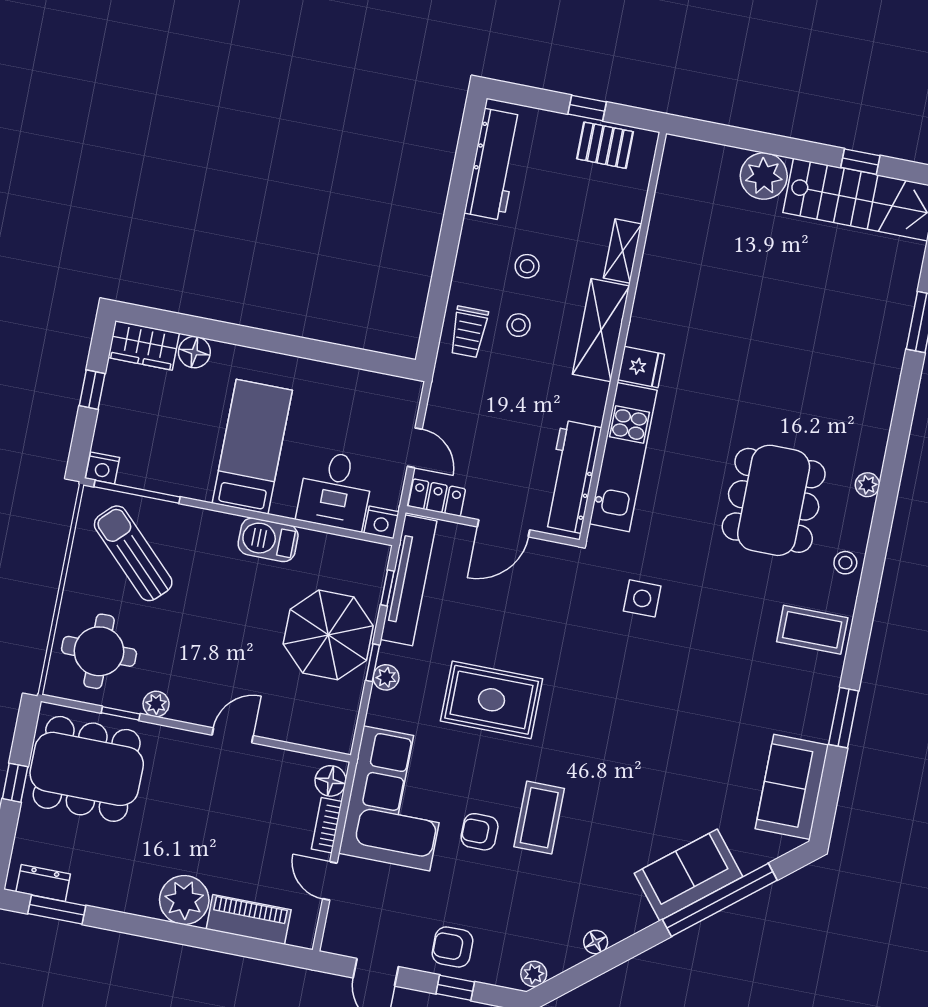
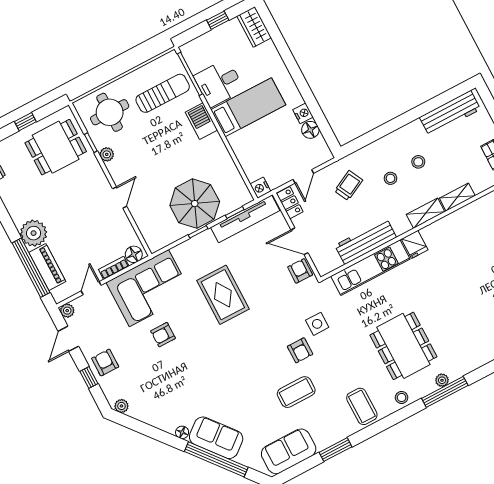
shelving: (601, 330) -> (426, 213), width x0.67, depth x0.75
trolley: (469, 332) -> (349, 185), moved, turned 153
floor lamp: (194, 352) -> (310, 130), moved
nightstand: (103, 468) -> (303, 113), moved, turned 180
workbench: (572, 477) -> (366, 241), moved
desk: (335, 490) -> (219, 83), moved
window: (887, 494) -> (445, 392), added
dining table: (774, 500) -> (403, 346), turned 90
barbecue: (268, 540) -> (201, 121), moved
sun lounger: (133, 553) -> (163, 93), turned 45
armchair: (547, 562) -> (300, 271), added
armchair: (660, 654) -> (300, 350), added
plant: (386, 677) -> (67, 311), moved
door: (233, 735) -> (120, 197), hinge flipped
dining table: (87, 769) -> (56, 147), width x0.73
coffee table: (539, 818) -> (296, 392), moved
armchair: (480, 832) -> (163, 335), turned -90
floor lamp: (596, 942) -> (182, 432), moved
window: (231, 944) -> (31, 268), added

